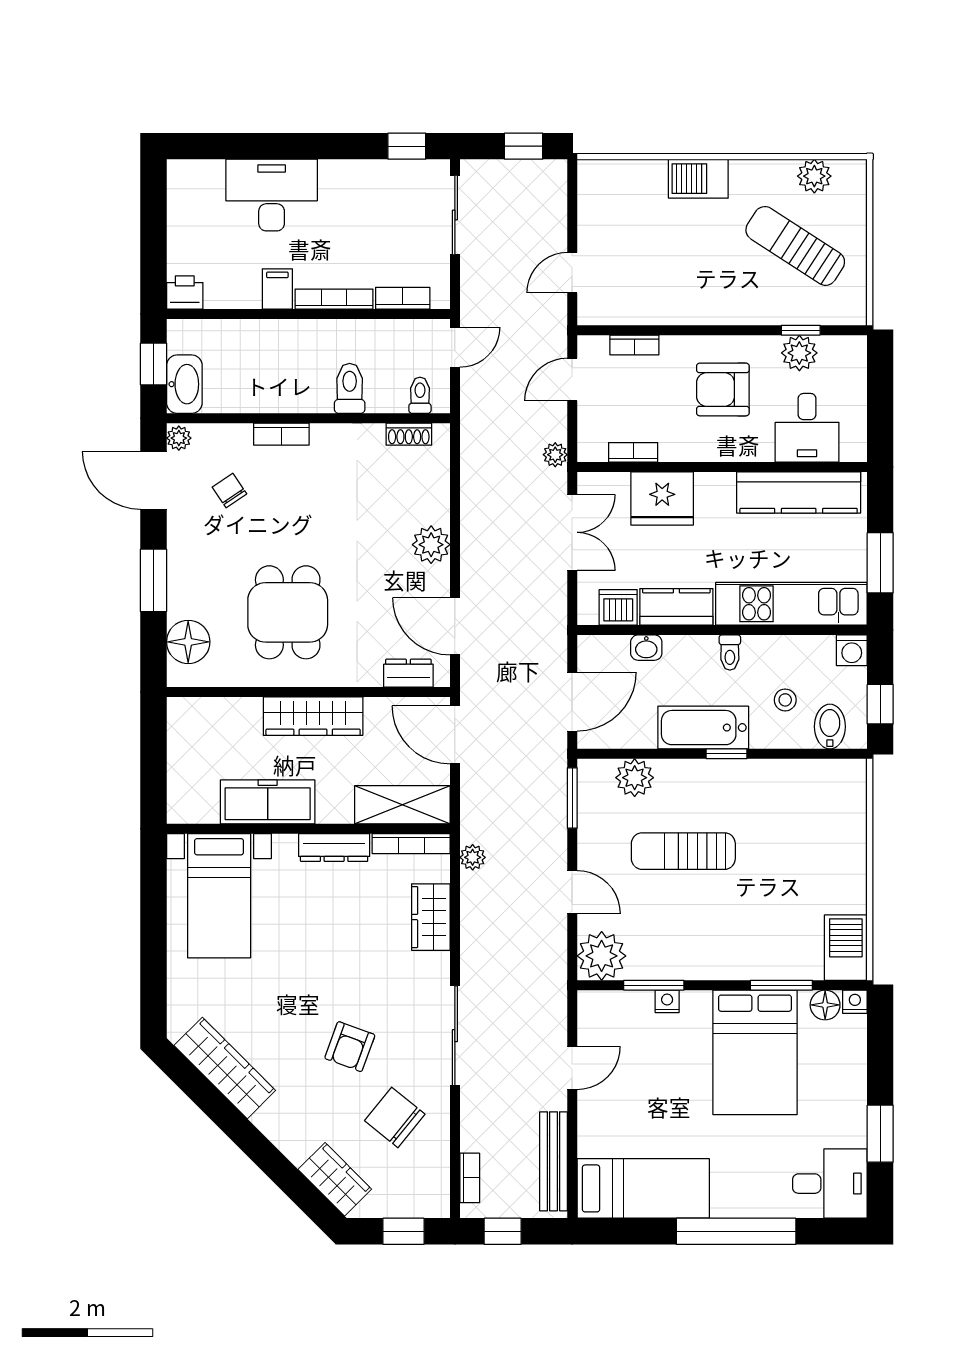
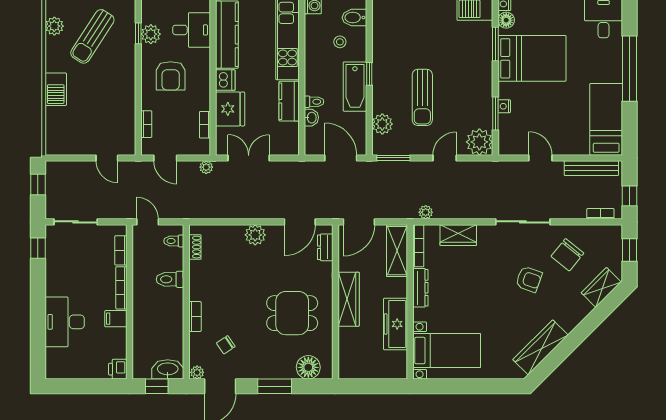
dishwasher: (618, 607) -> (225, 80), moved, turned 180
toilet: (730, 652) -> (314, 102), moved

